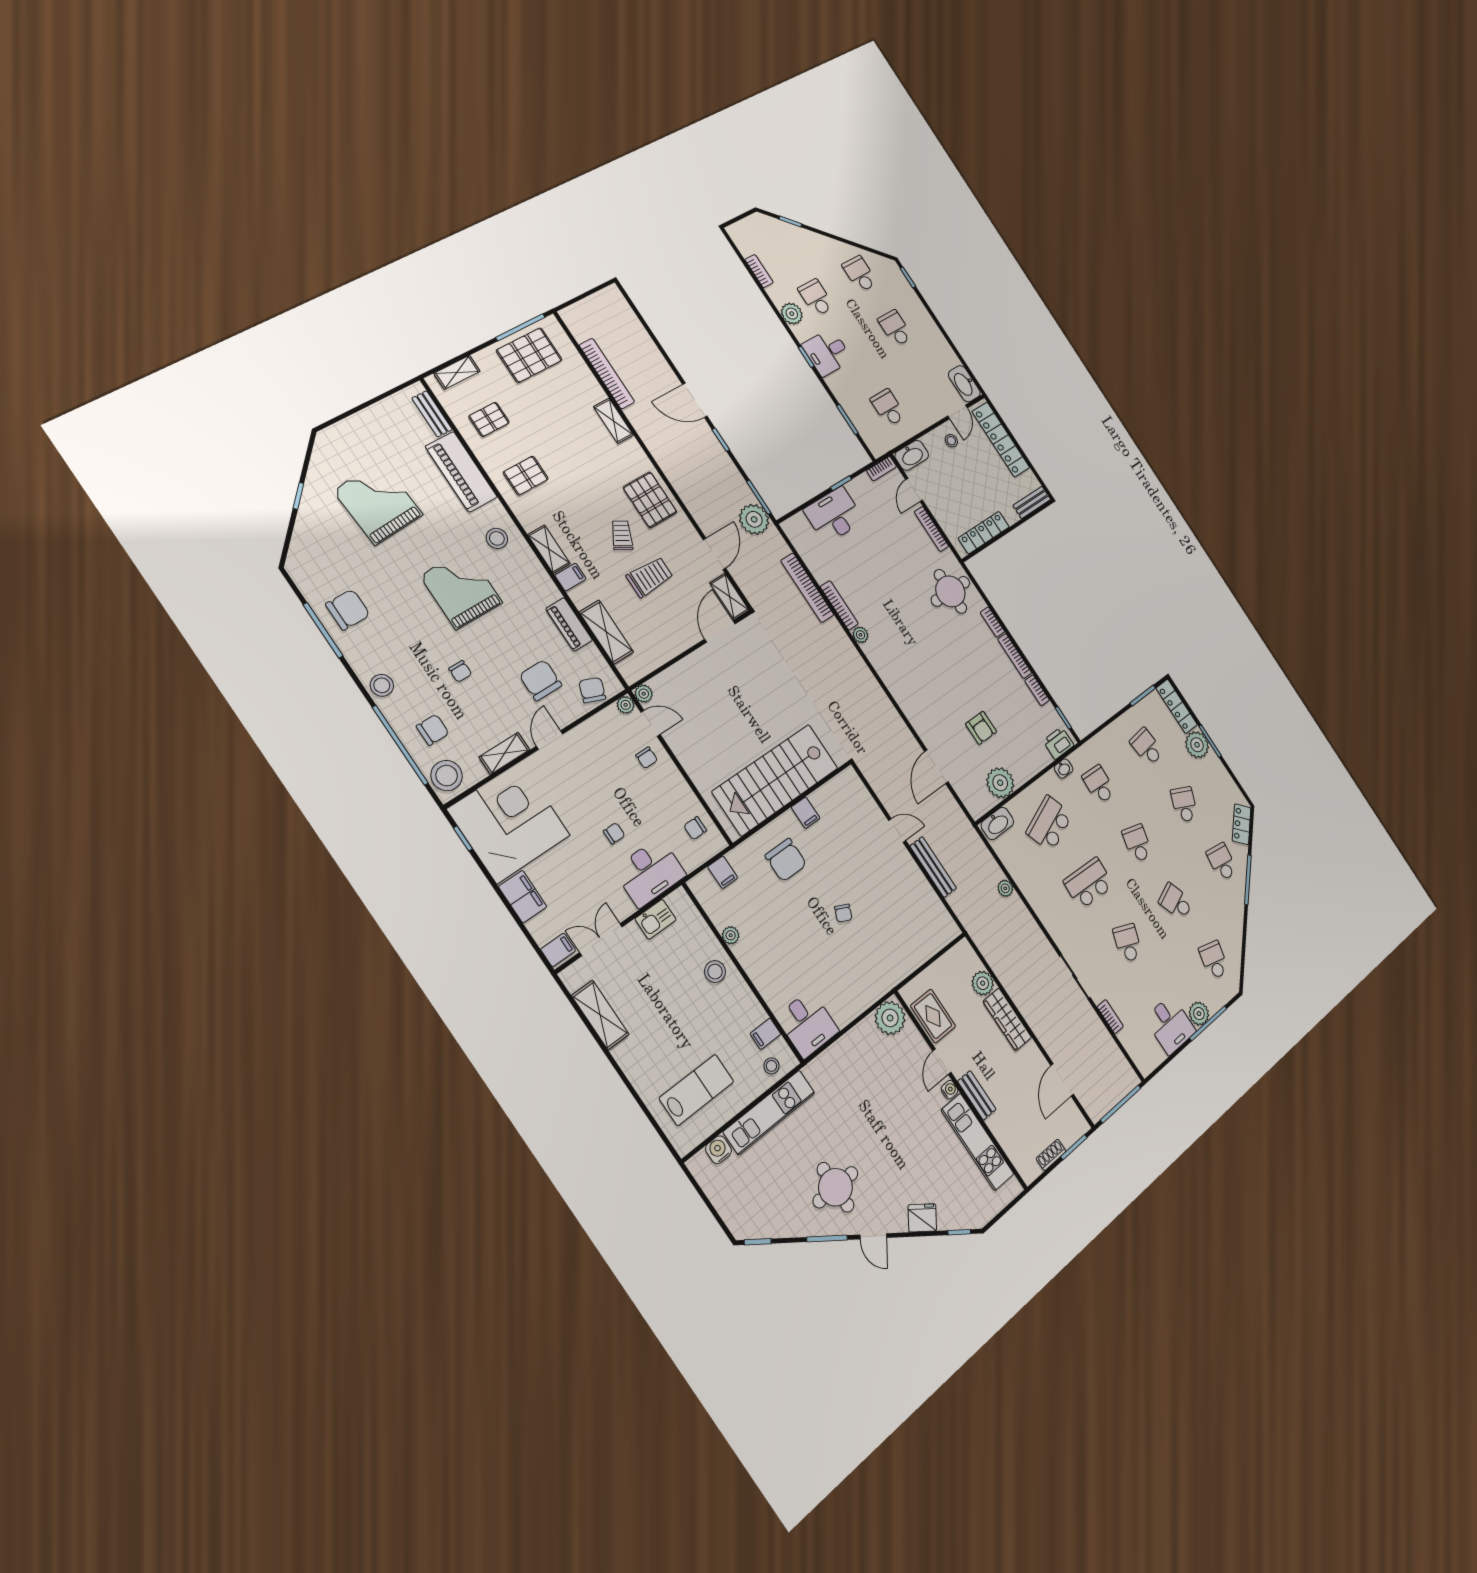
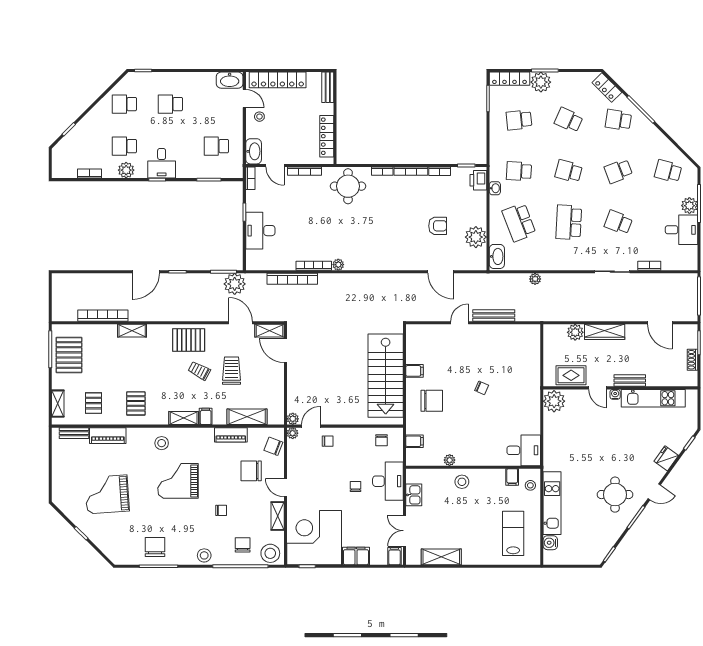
piano: (461, 472) -> (108, 436), width x0.73, depth x0.75

